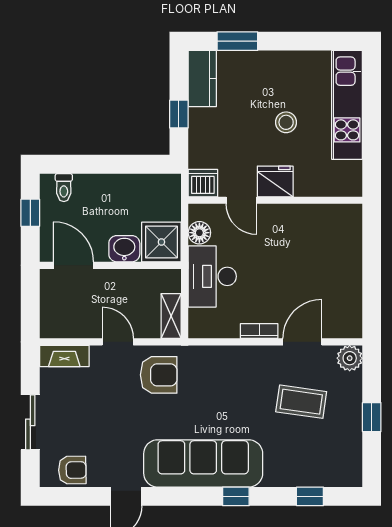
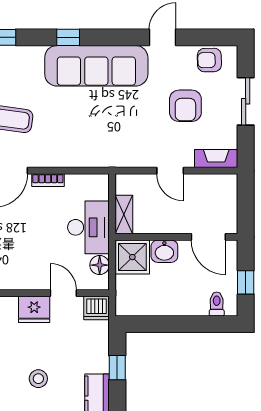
stool: (286, 122) -> (38, 379), moved
shelving: (171, 316) -> (124, 215), moved
armchair: (159, 375) -> (185, 106), moved, turned -90

